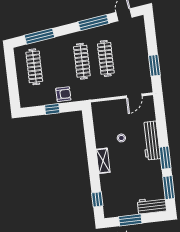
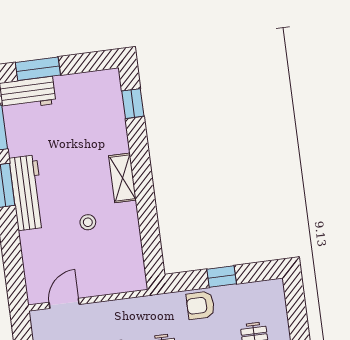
workbench: (151, 141) -> (27, 193), moved
window: (130, 220) -> (38, 69), moved

